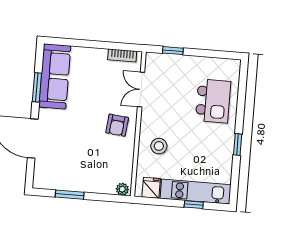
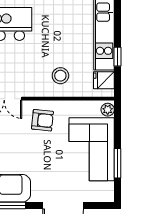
corner sofa: (85, 171) -> (92, 149), added
window: (194, 205) -> (118, 57), moved

